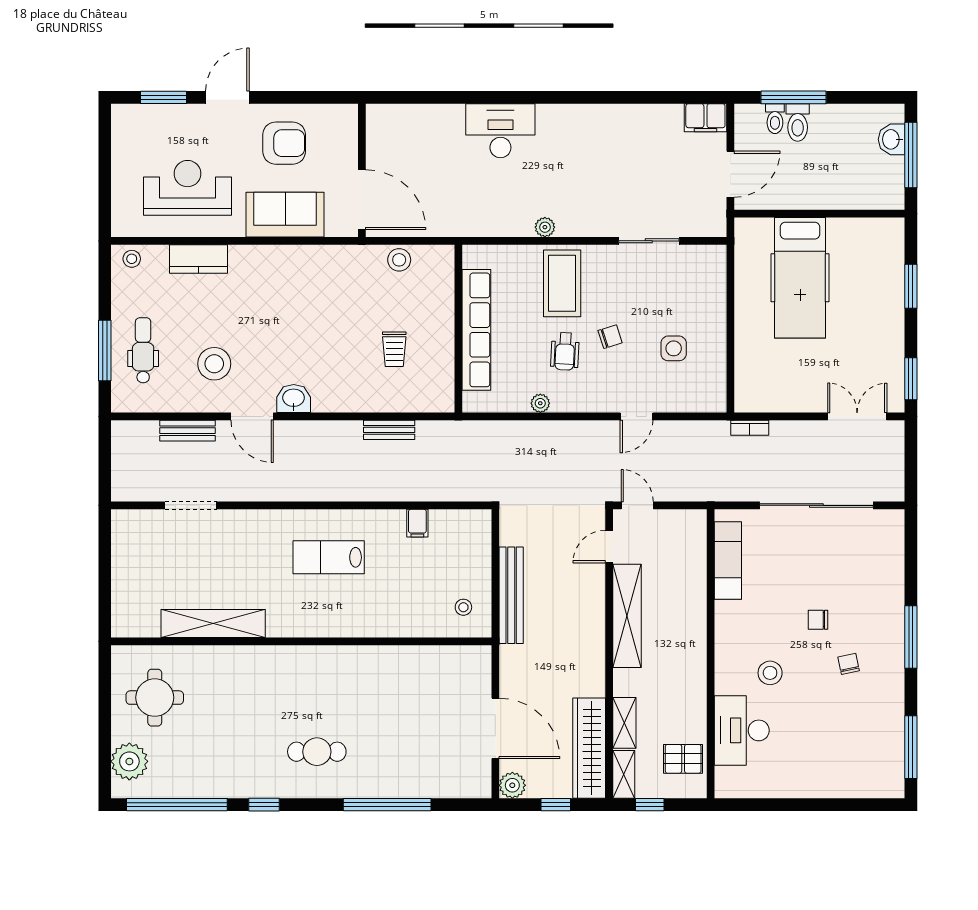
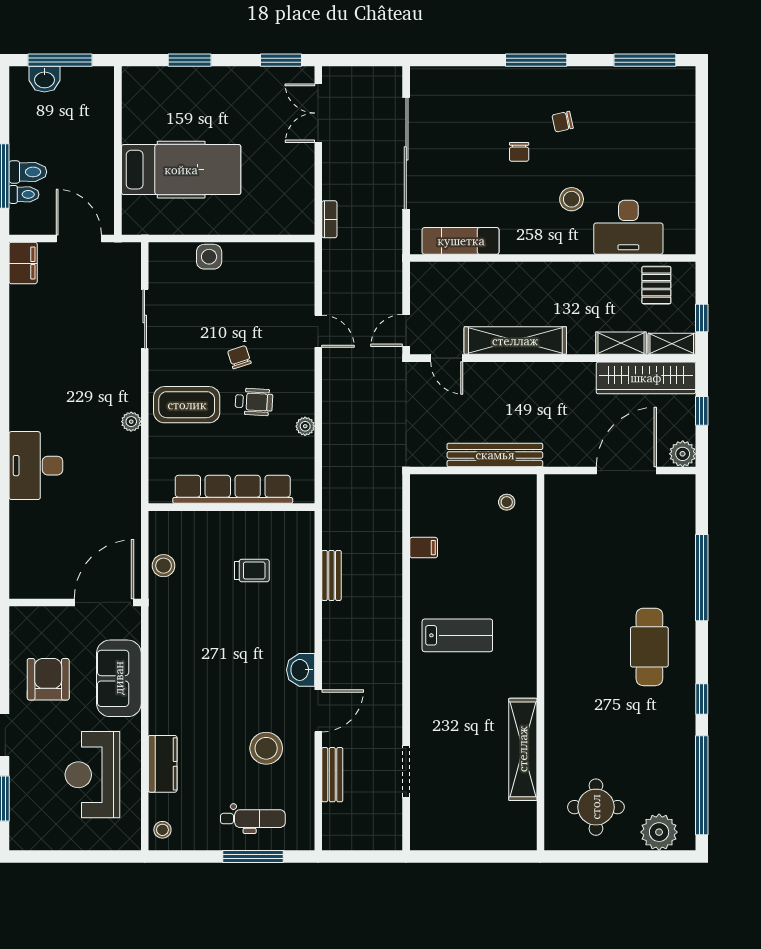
side table: (674, 348) -> (209, 257), moved
dental chair: (143, 350) -> (253, 819), turned 180
lab bench: (329, 557) -> (457, 635), turned -90
cafe table: (317, 752) -> (649, 647), width x1.37, depth x1.35

